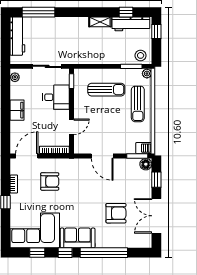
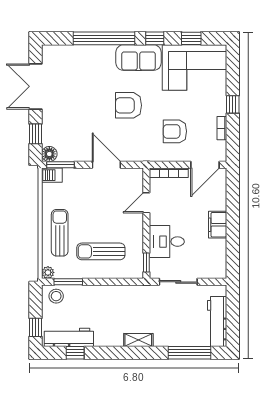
shelving: (100, 22) -> (138, 340), moved
plant: (15, 77) -> (220, 268), removed
armchair: (116, 213) -> (128, 105), moved
double door: (156, 216) -> (35, 86), swing flipped

